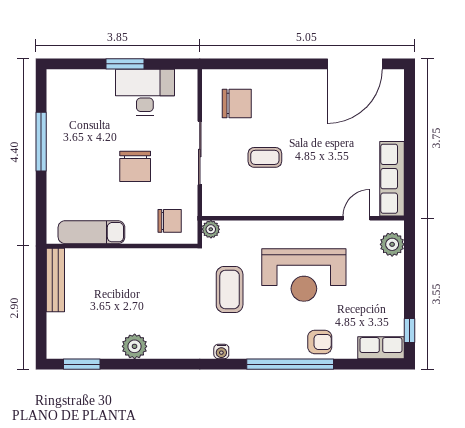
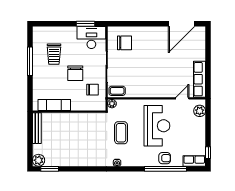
window: (125, 64) -> (85, 24), moved
desk: (145, 92) -> (91, 37), moved
trolley: (91, 127) -> (54, 54), added
coffee table: (265, 157) -> (117, 91), moved
chair: (170, 221) -> (93, 90), moved
reception desk: (304, 275) -> (157, 126), turned -90
plant: (135, 346) -> (39, 160), moved
window: (290, 364) -> (166, 169), moved

